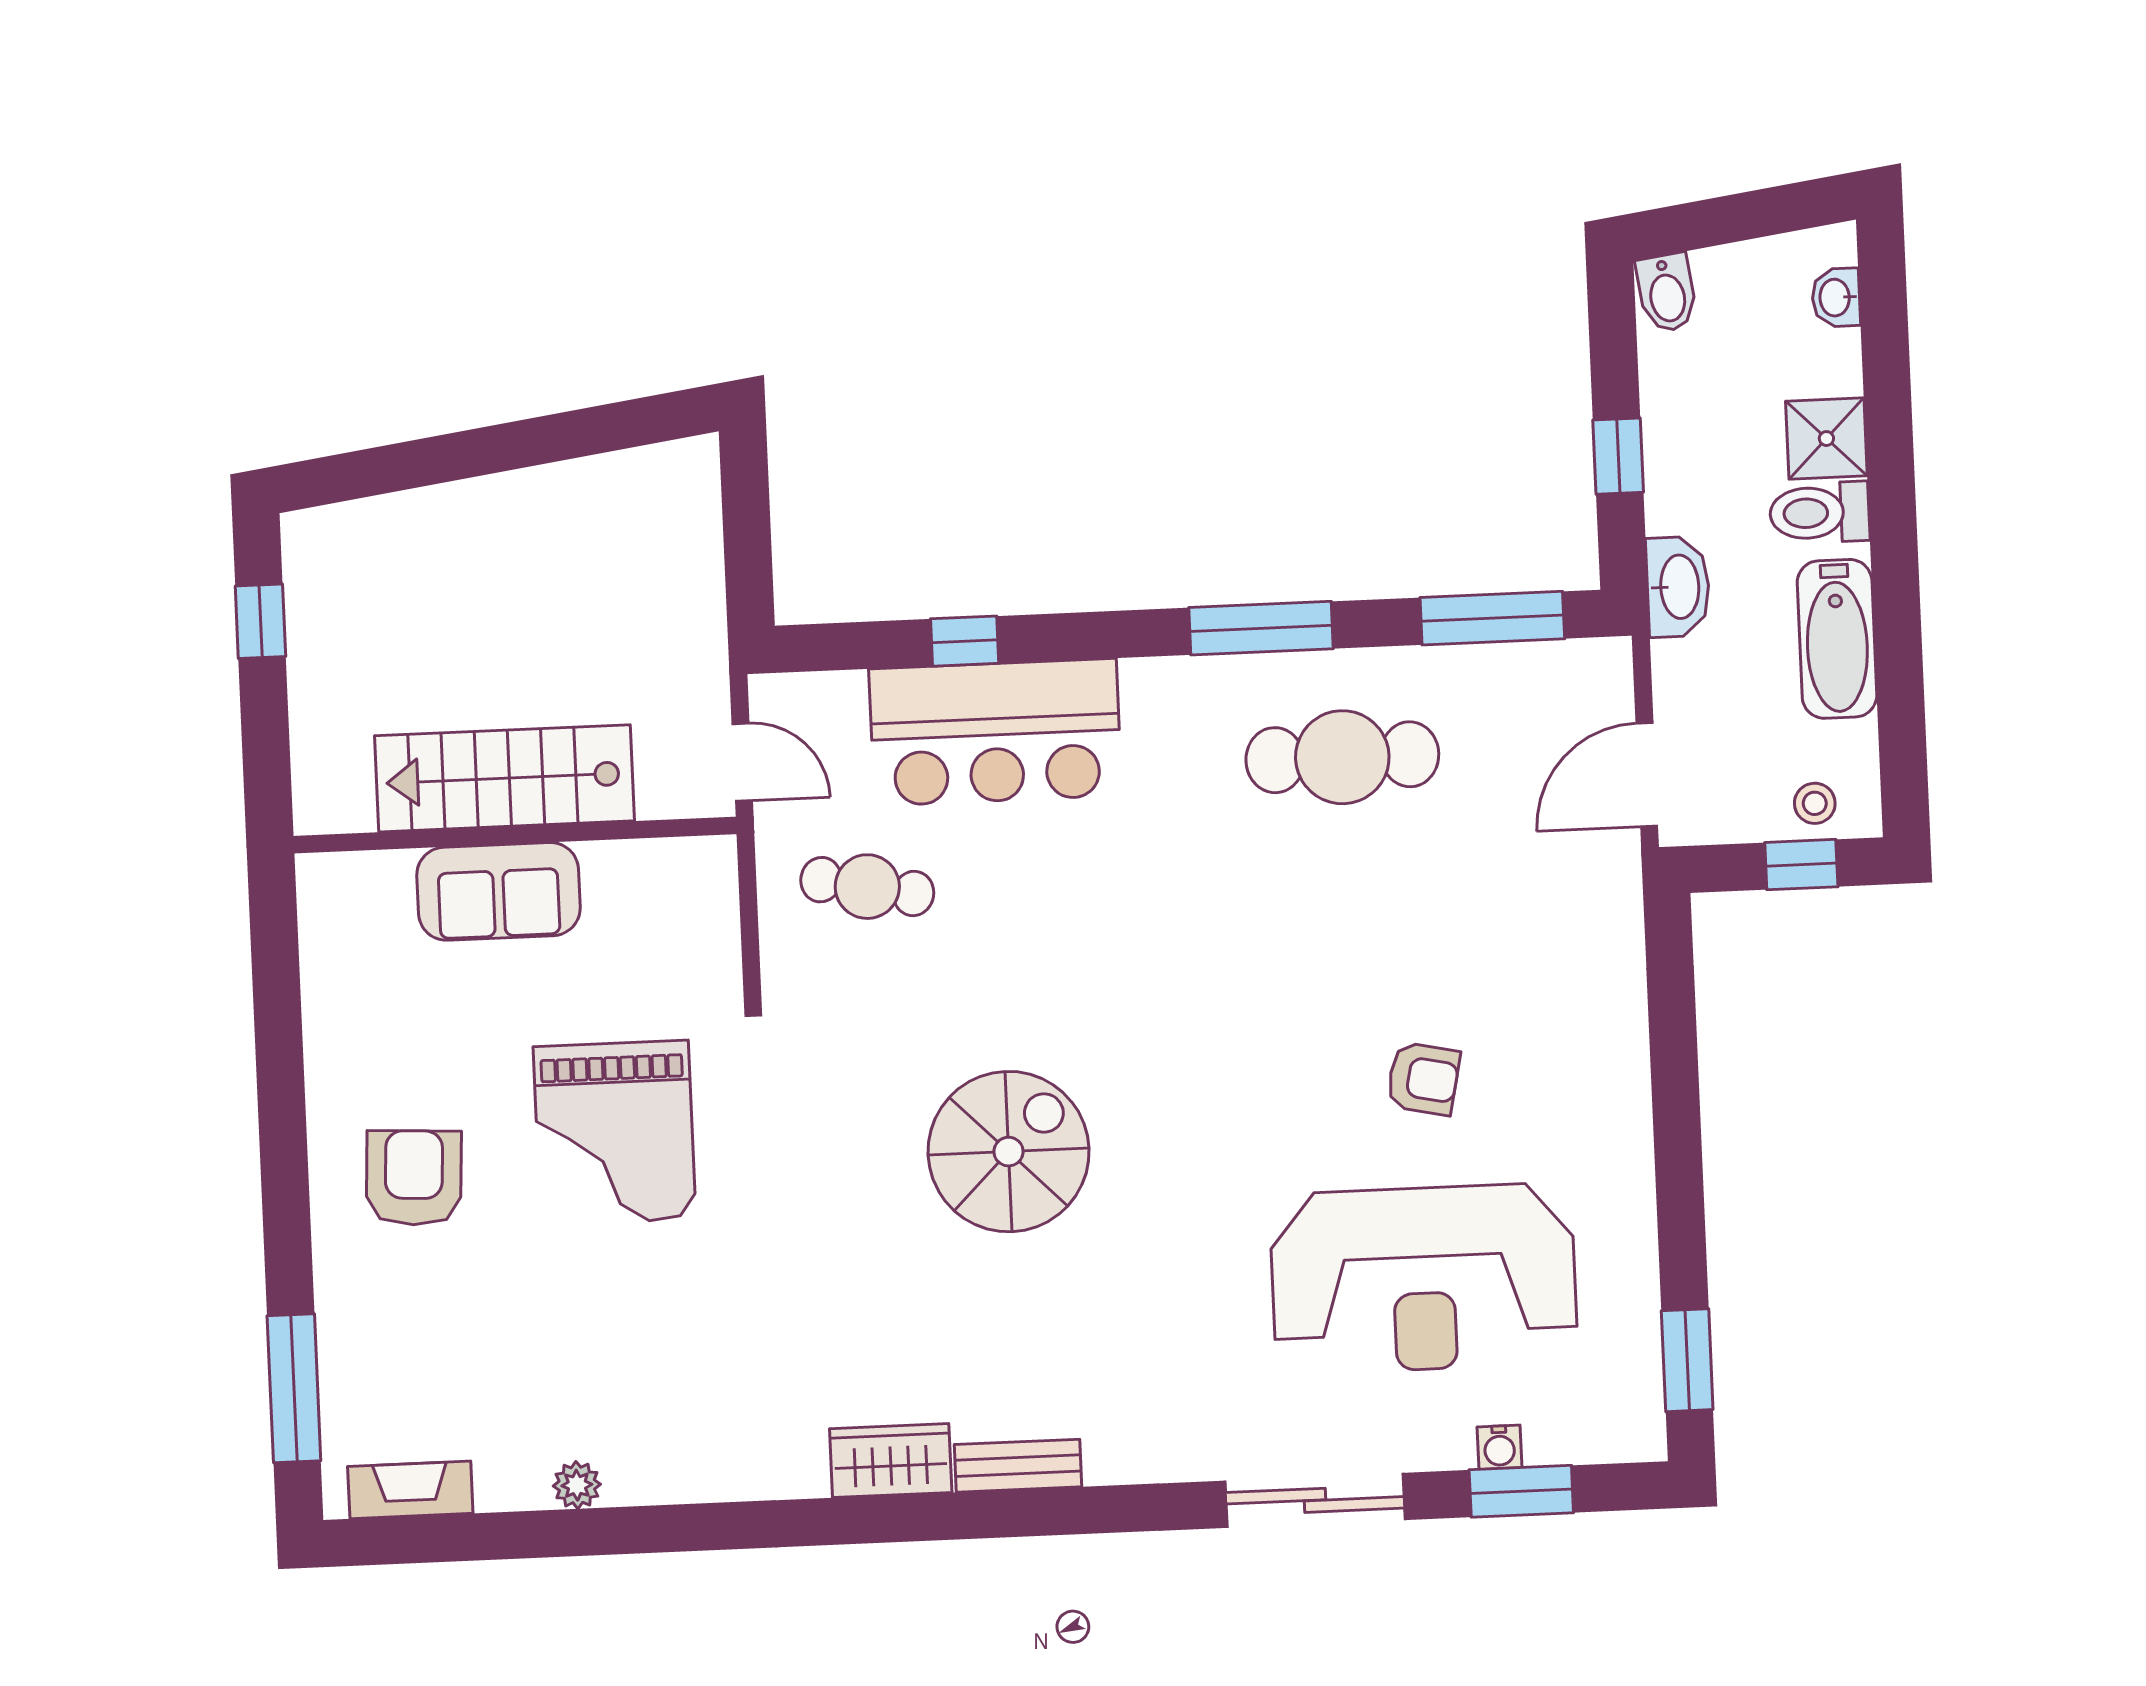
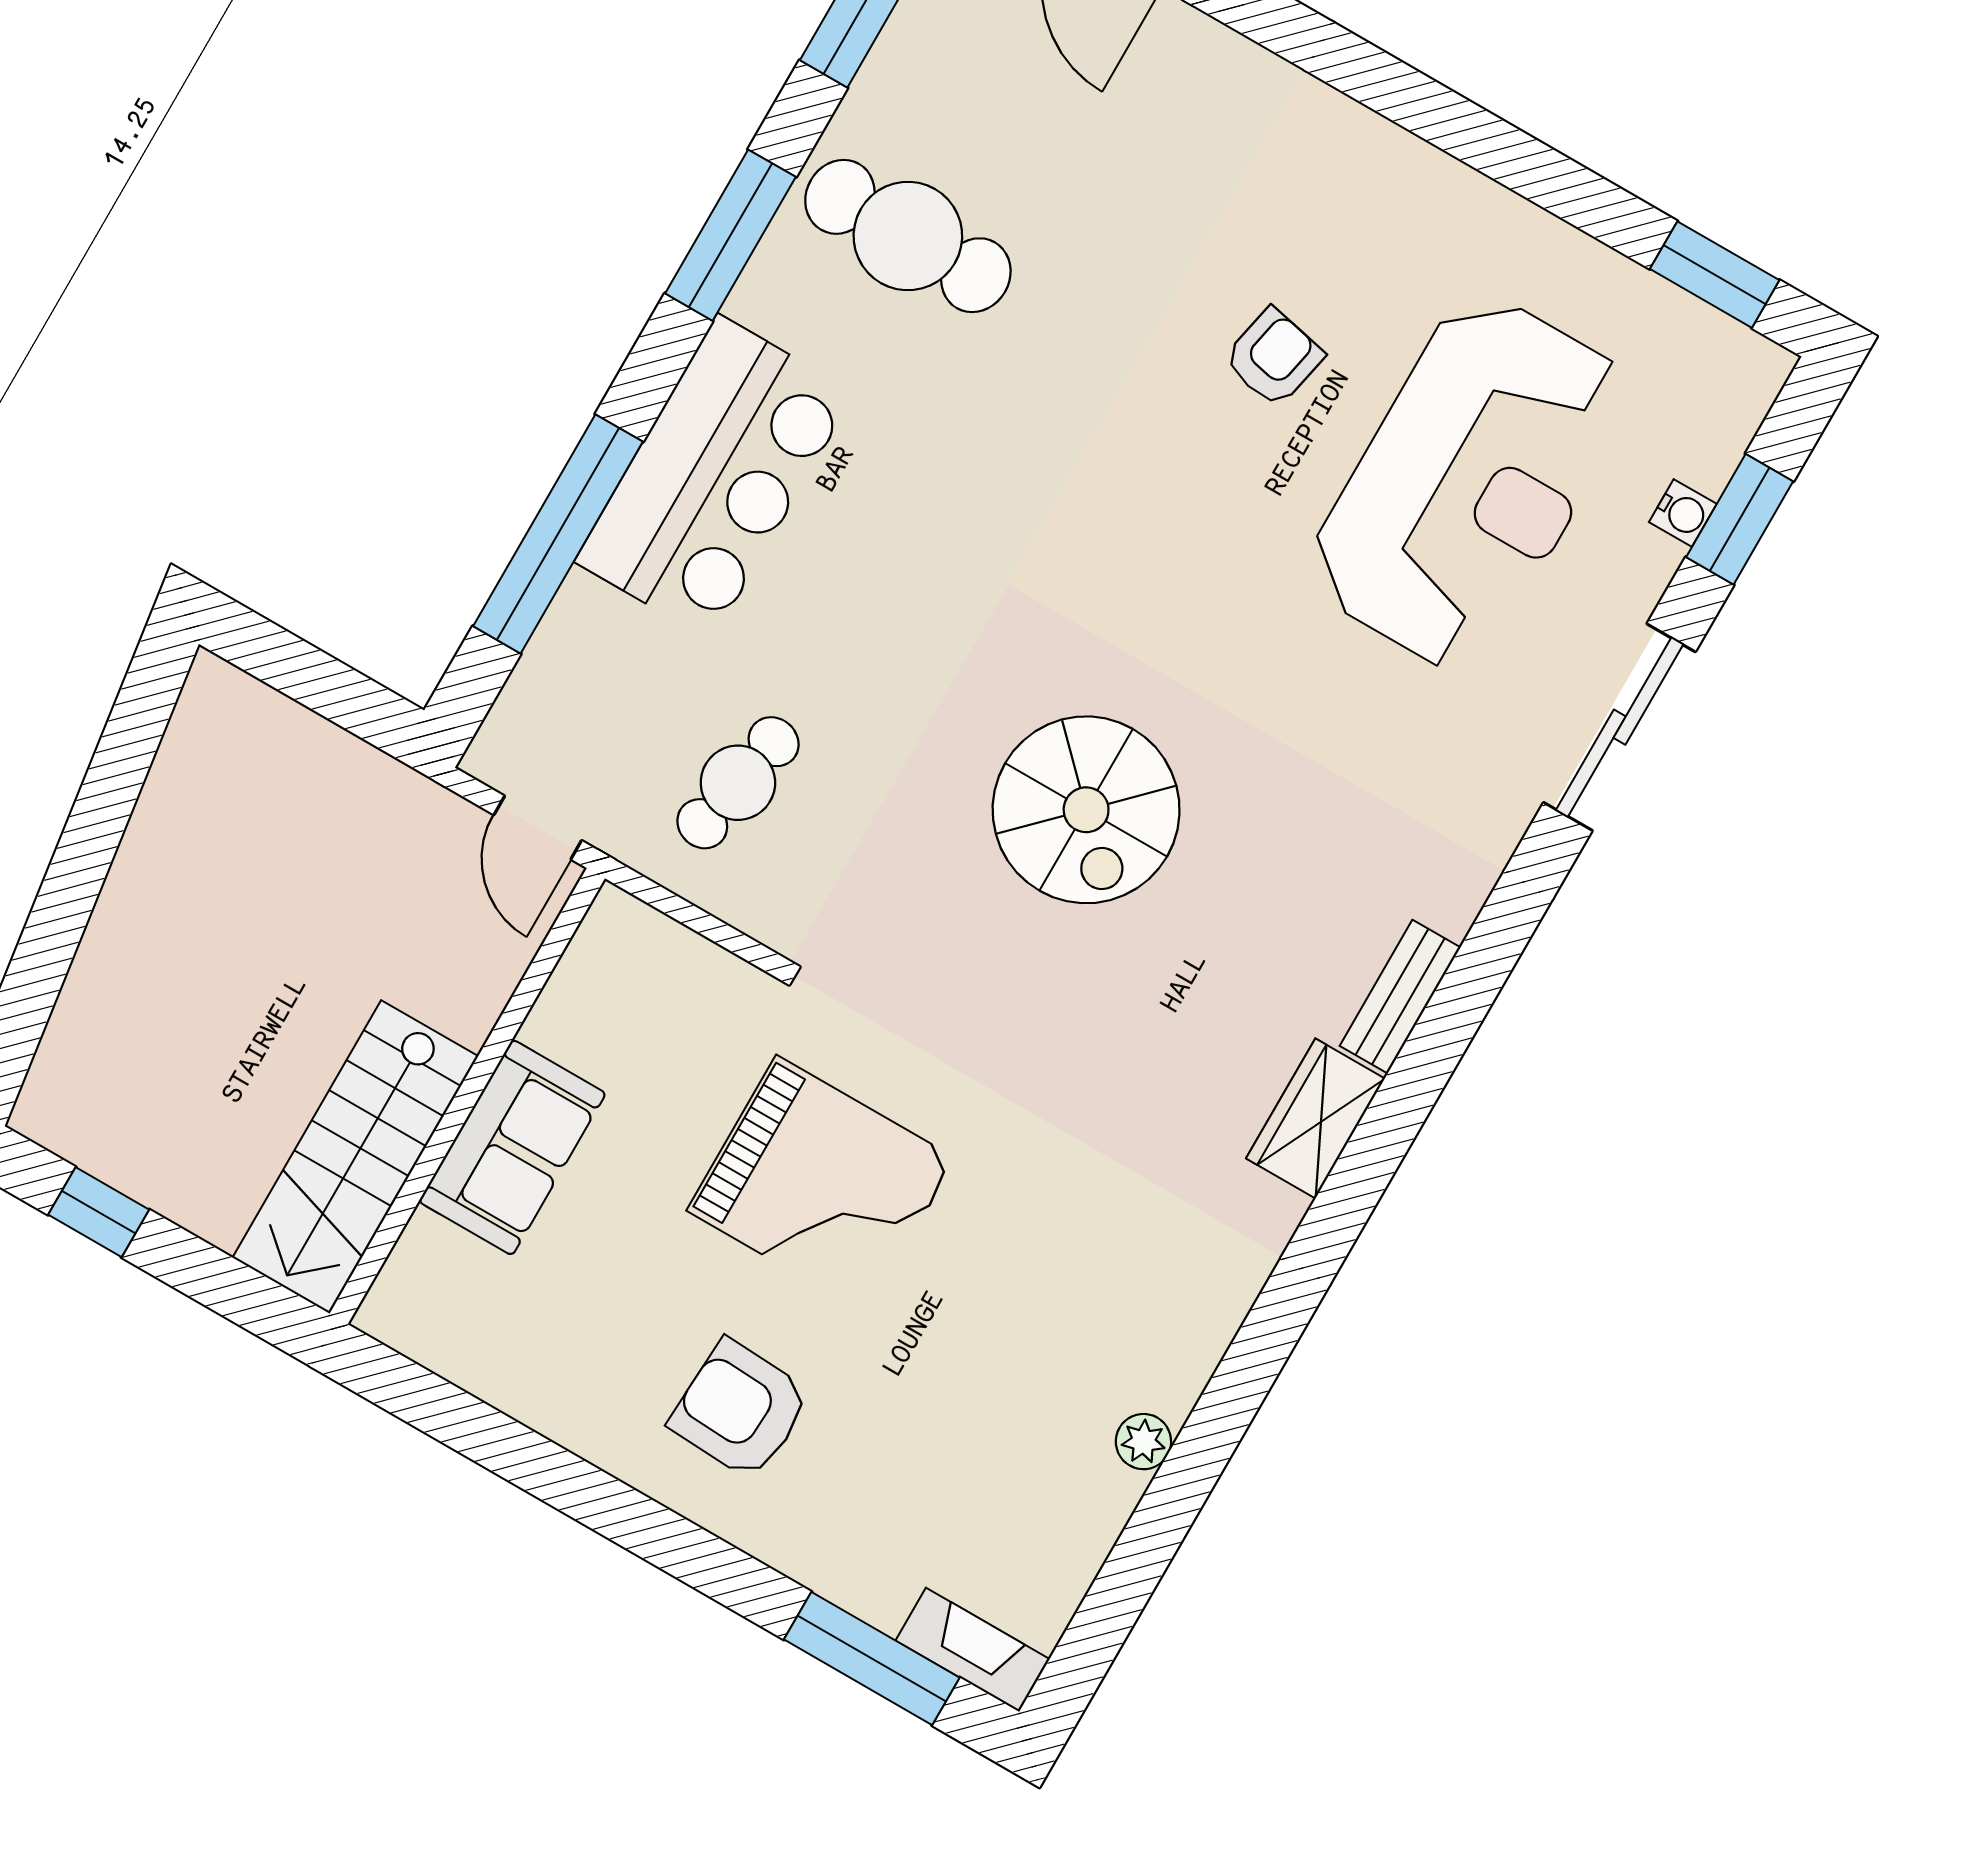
window: (965, 641) -> (558, 534), width x3.17
bar counter: (995, 732) -> (715, 477), moved
cafe table: (1342, 757) -> (908, 236), turned 90
door: (742, 762) -> (538, 828), swing flipped
stairs: (504, 778) -> (355, 1157), moved
spiral stairs: (1009, 1152) -> (1086, 810), turned 180
fireplace: (410, 1490) -> (973, 1650), moved, turned 90

